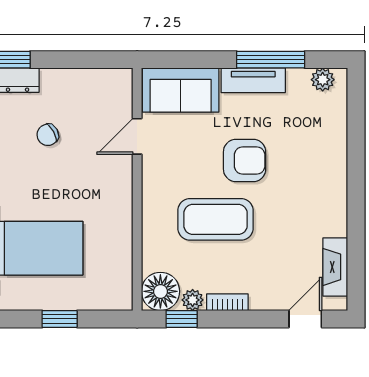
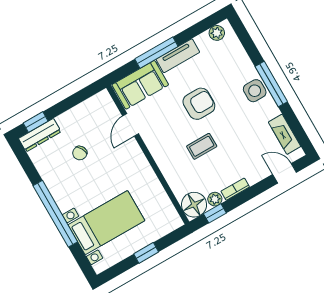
window: (271, 60) -> (156, 53), moved
side table: (329, 186) -> (255, 91), added
window: (356, 190) -> (271, 84), added
coffee table: (216, 219) -> (202, 146), width x0.54, depth x0.58
door: (305, 319) -> (284, 173), hinge flipped

